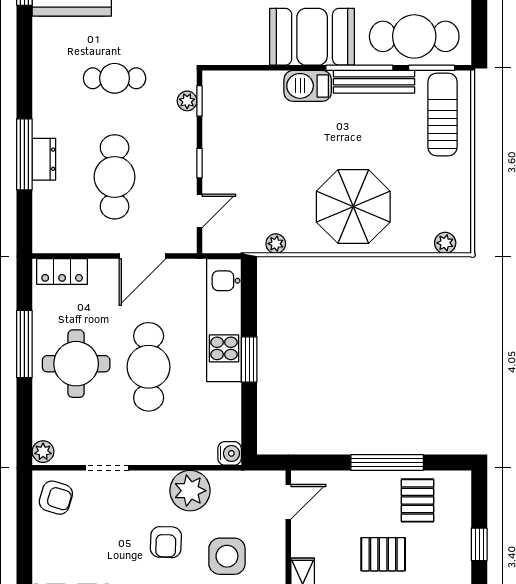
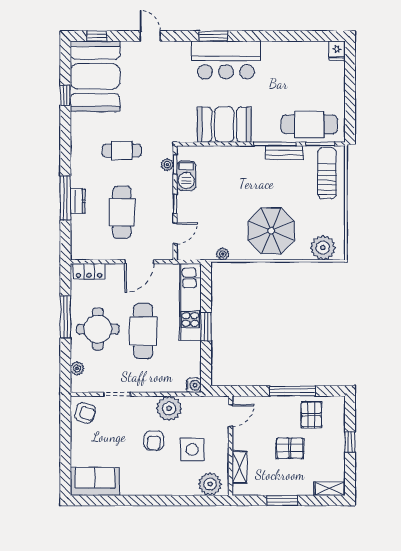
booth: (312, 37) -> (224, 125), moved
bench: (374, 82) -> (284, 153), width x0.73
barbecue: (308, 86) -> (186, 176), moved, turned -90
plant: (445, 243) -> (323, 248), width x1.88, depth x1.88
plant: (43, 452) -> (77, 368), moved

